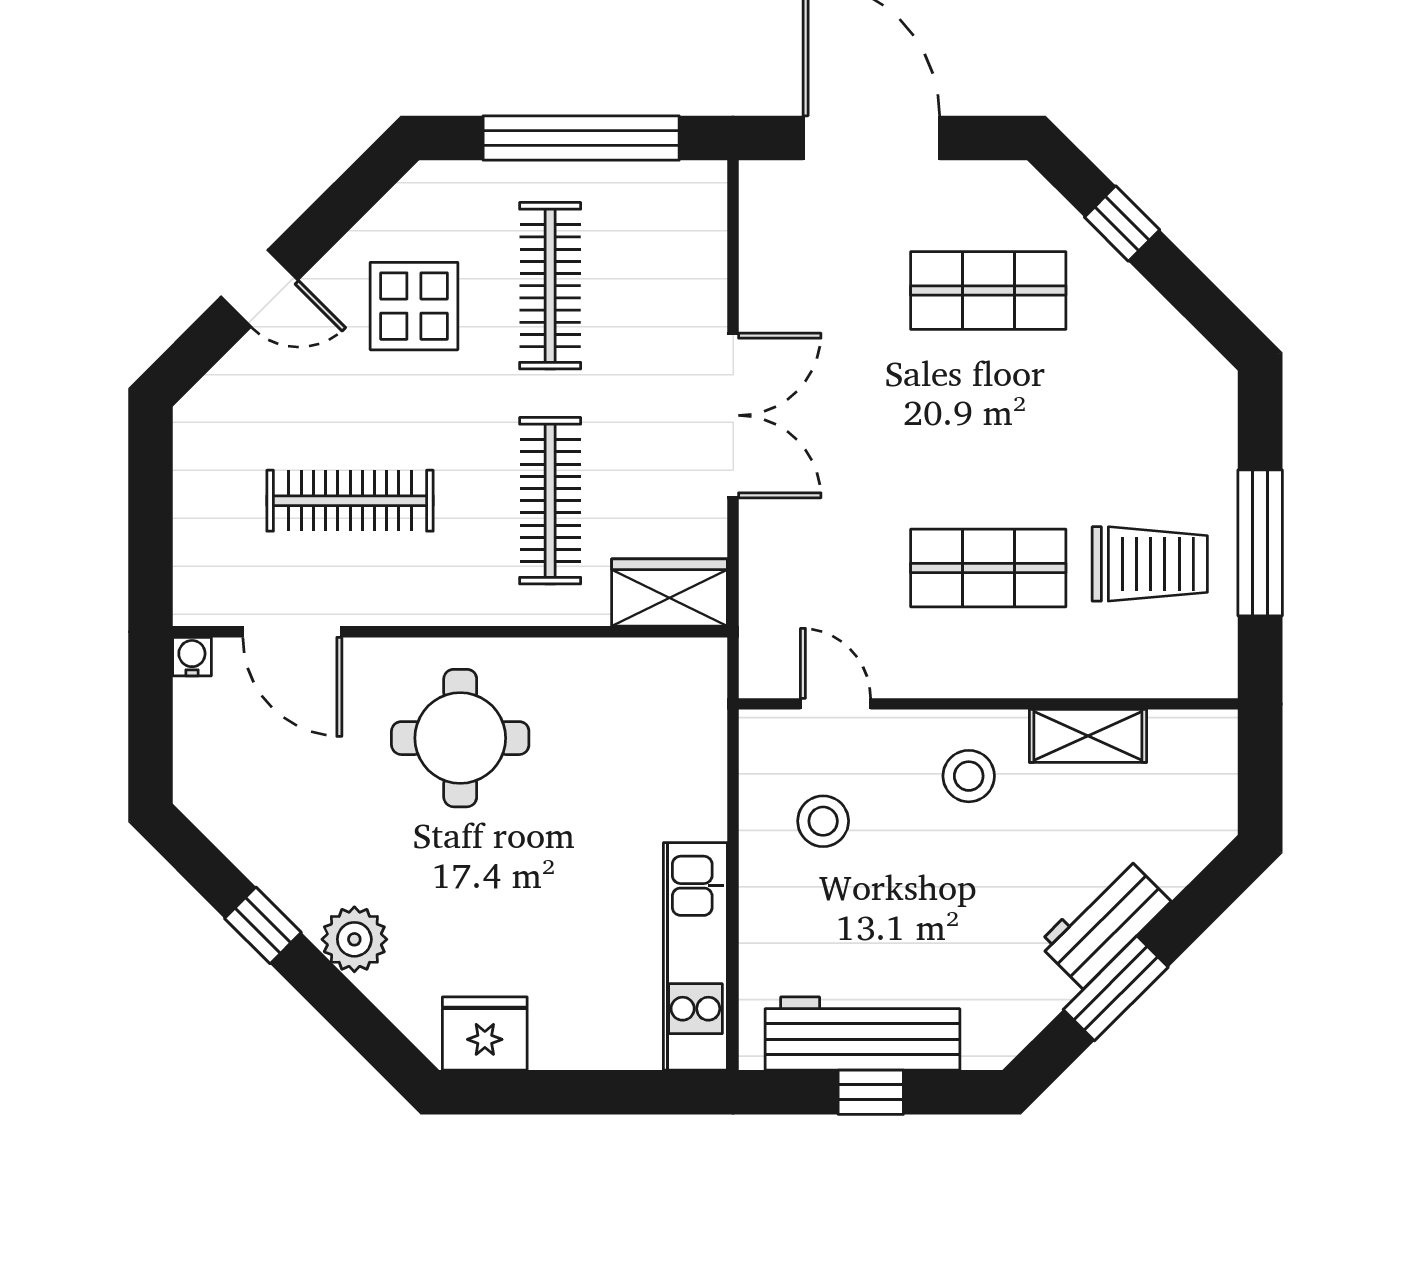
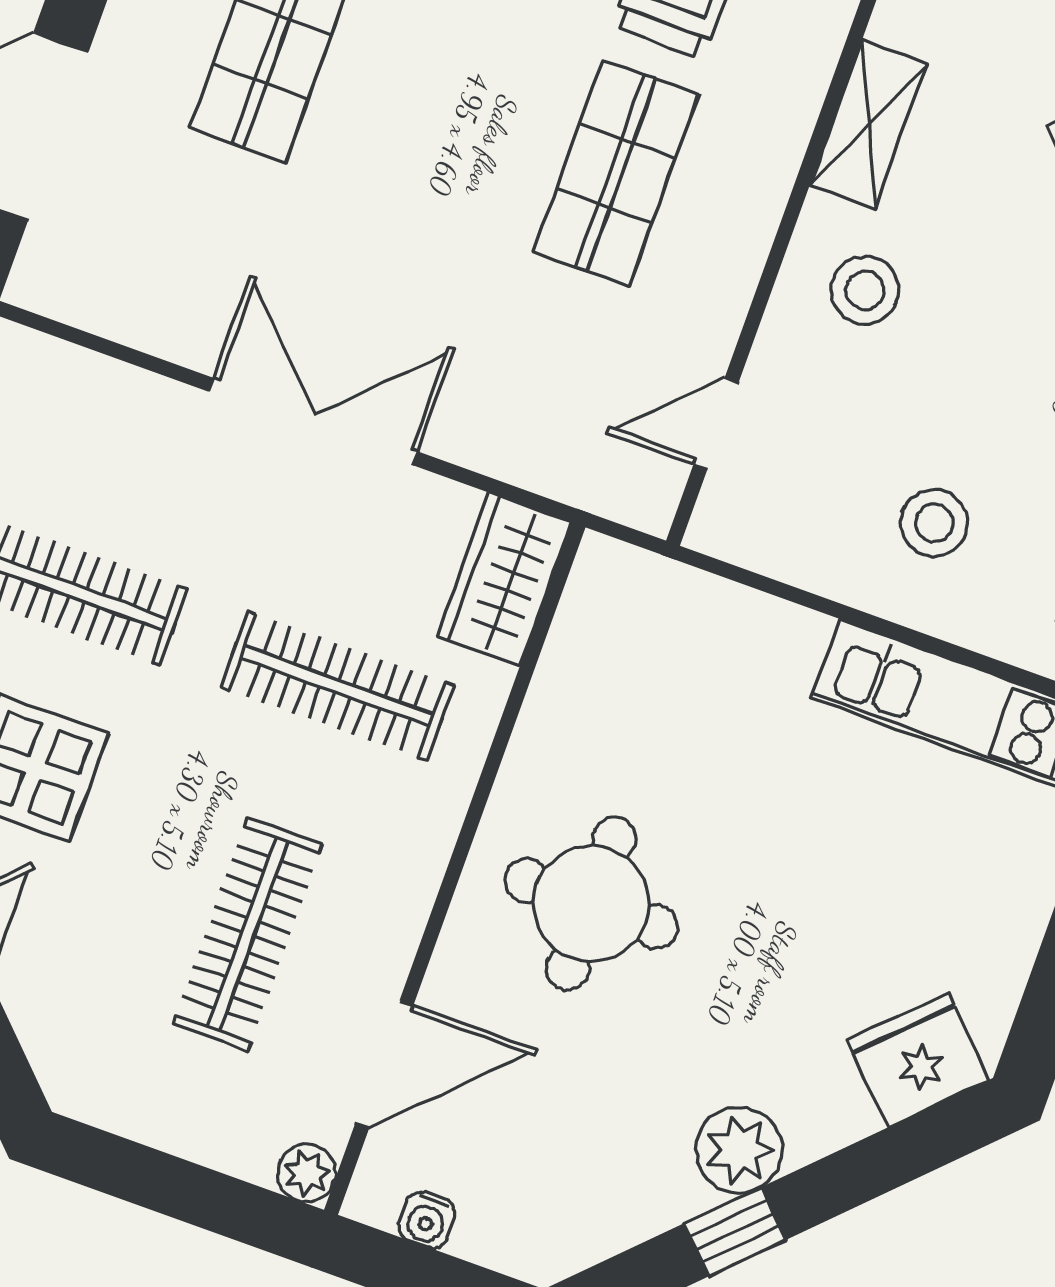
plant: (195, 604) -> (307, 1173), added
water cooler: (192, 657) -> (427, 1220), moved, turned -90
stool: (823, 821) -> (934, 523), moved
plant: (354, 939) -> (739, 1150), moved
fridge: (485, 1034) -> (918, 1060), moved, turned 45

